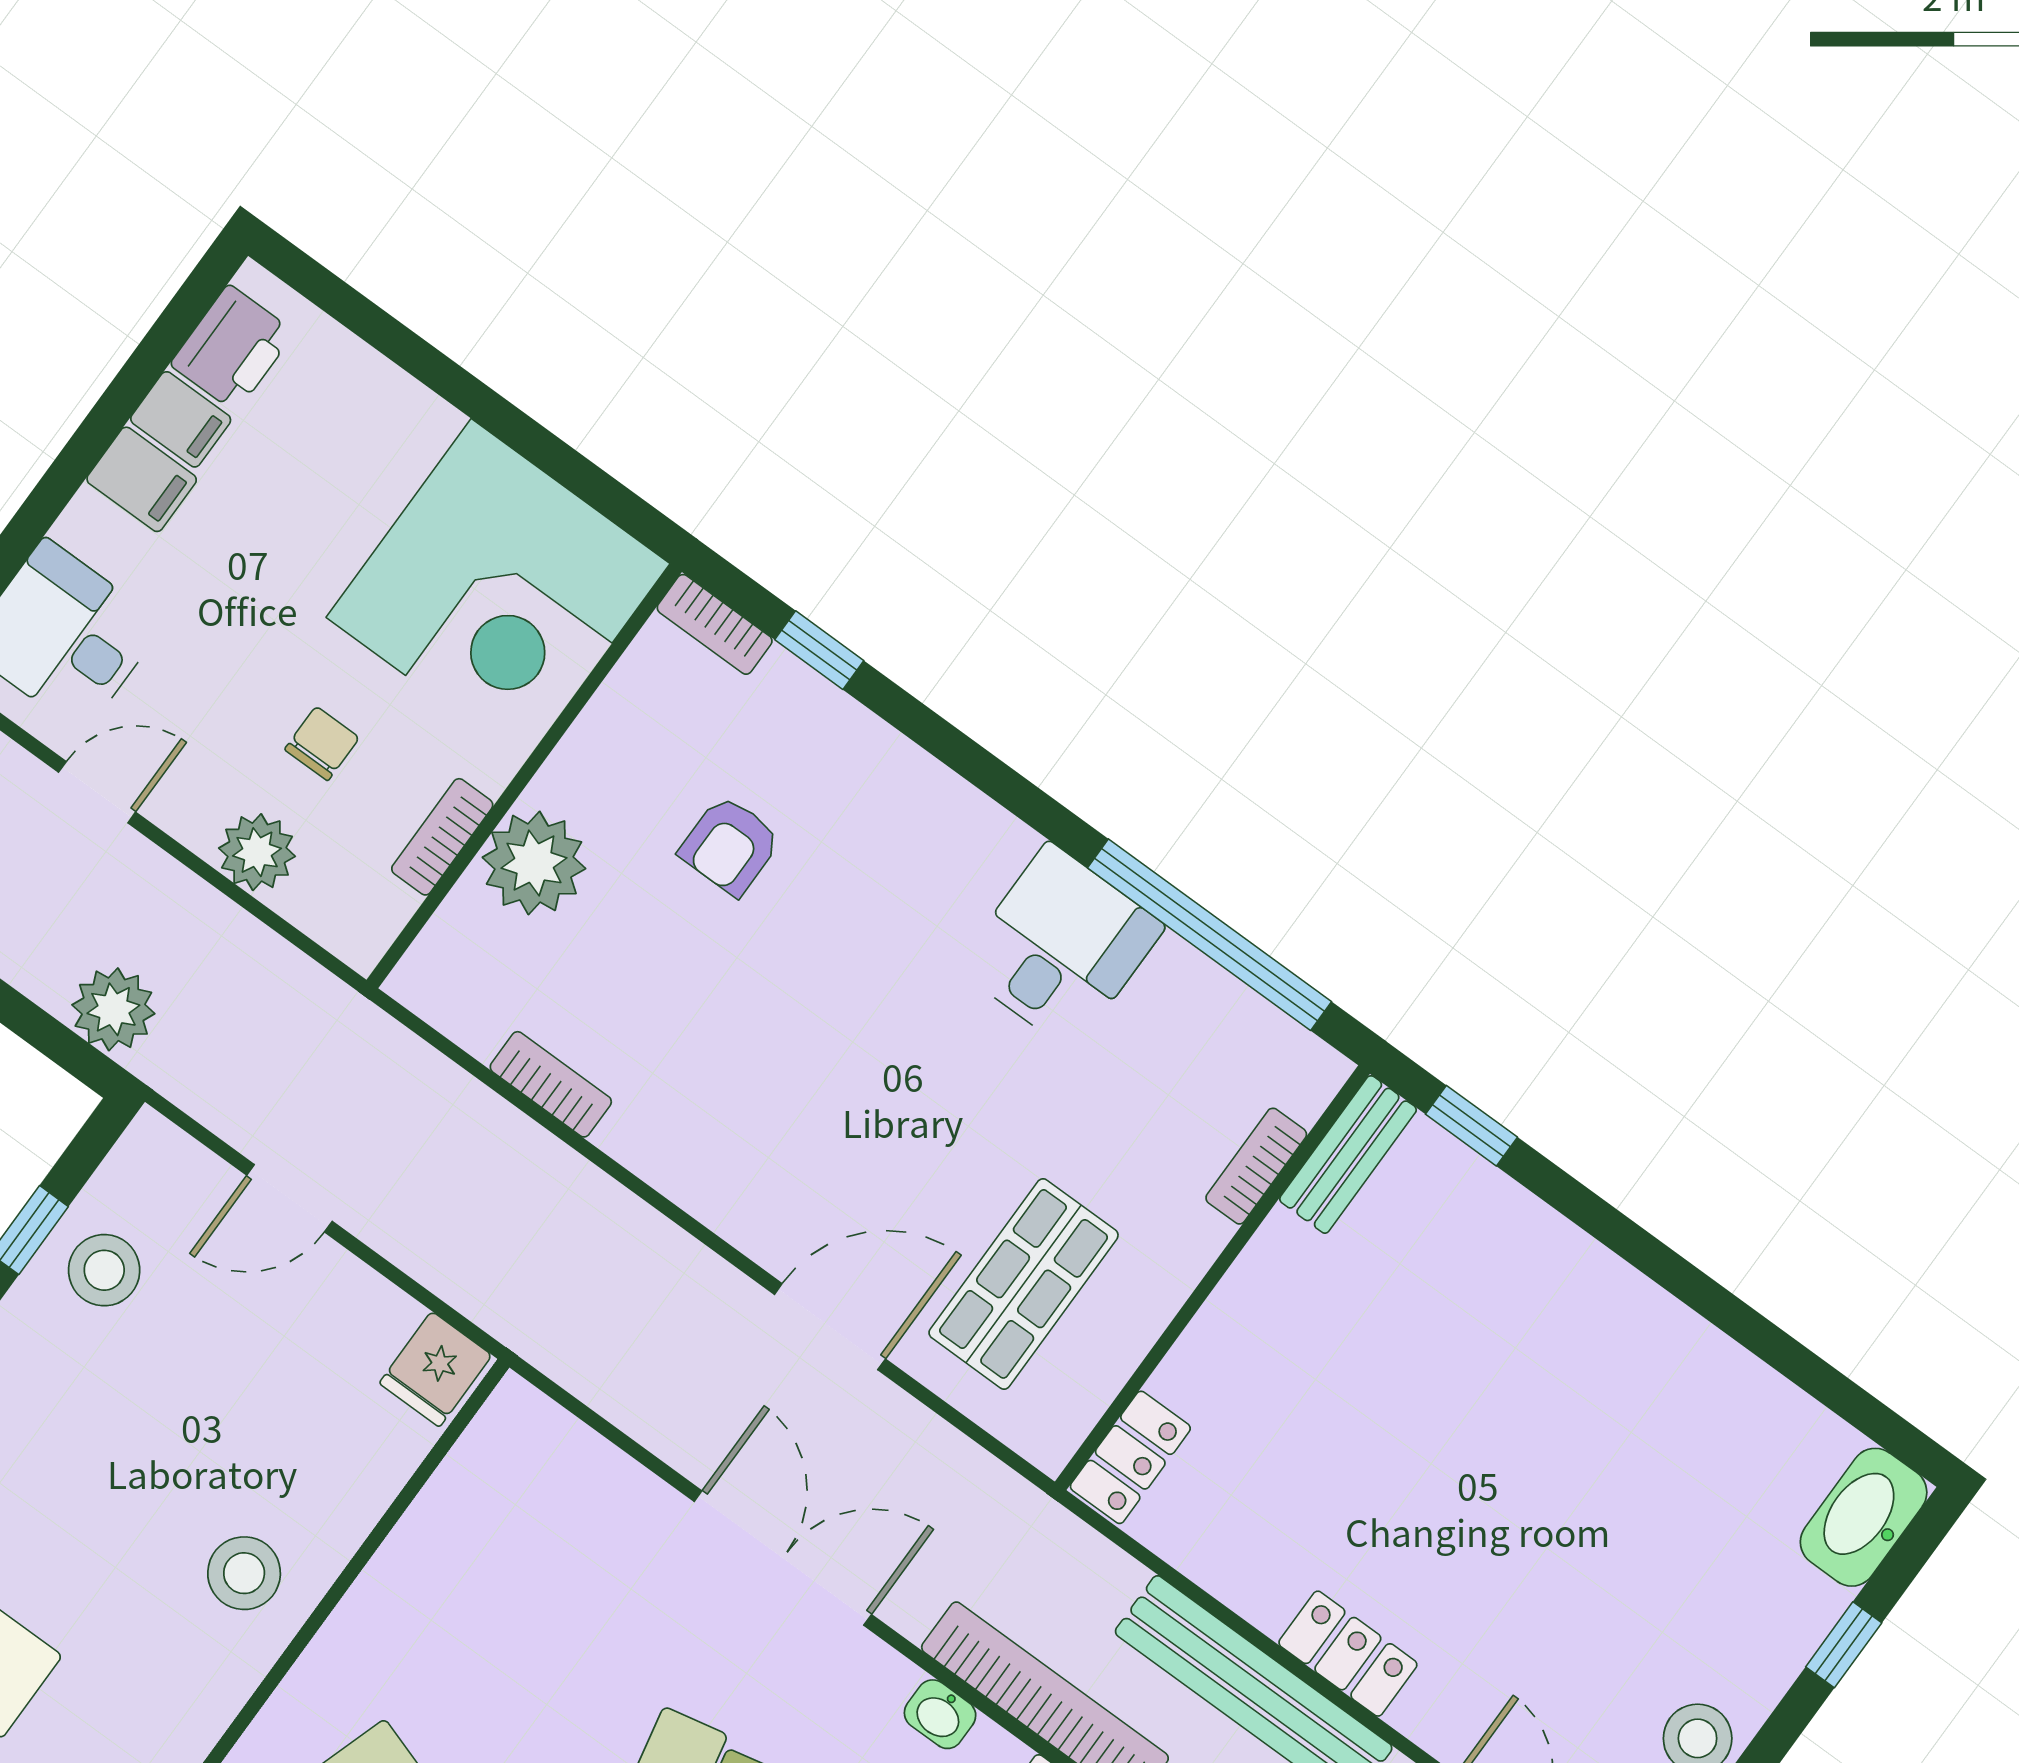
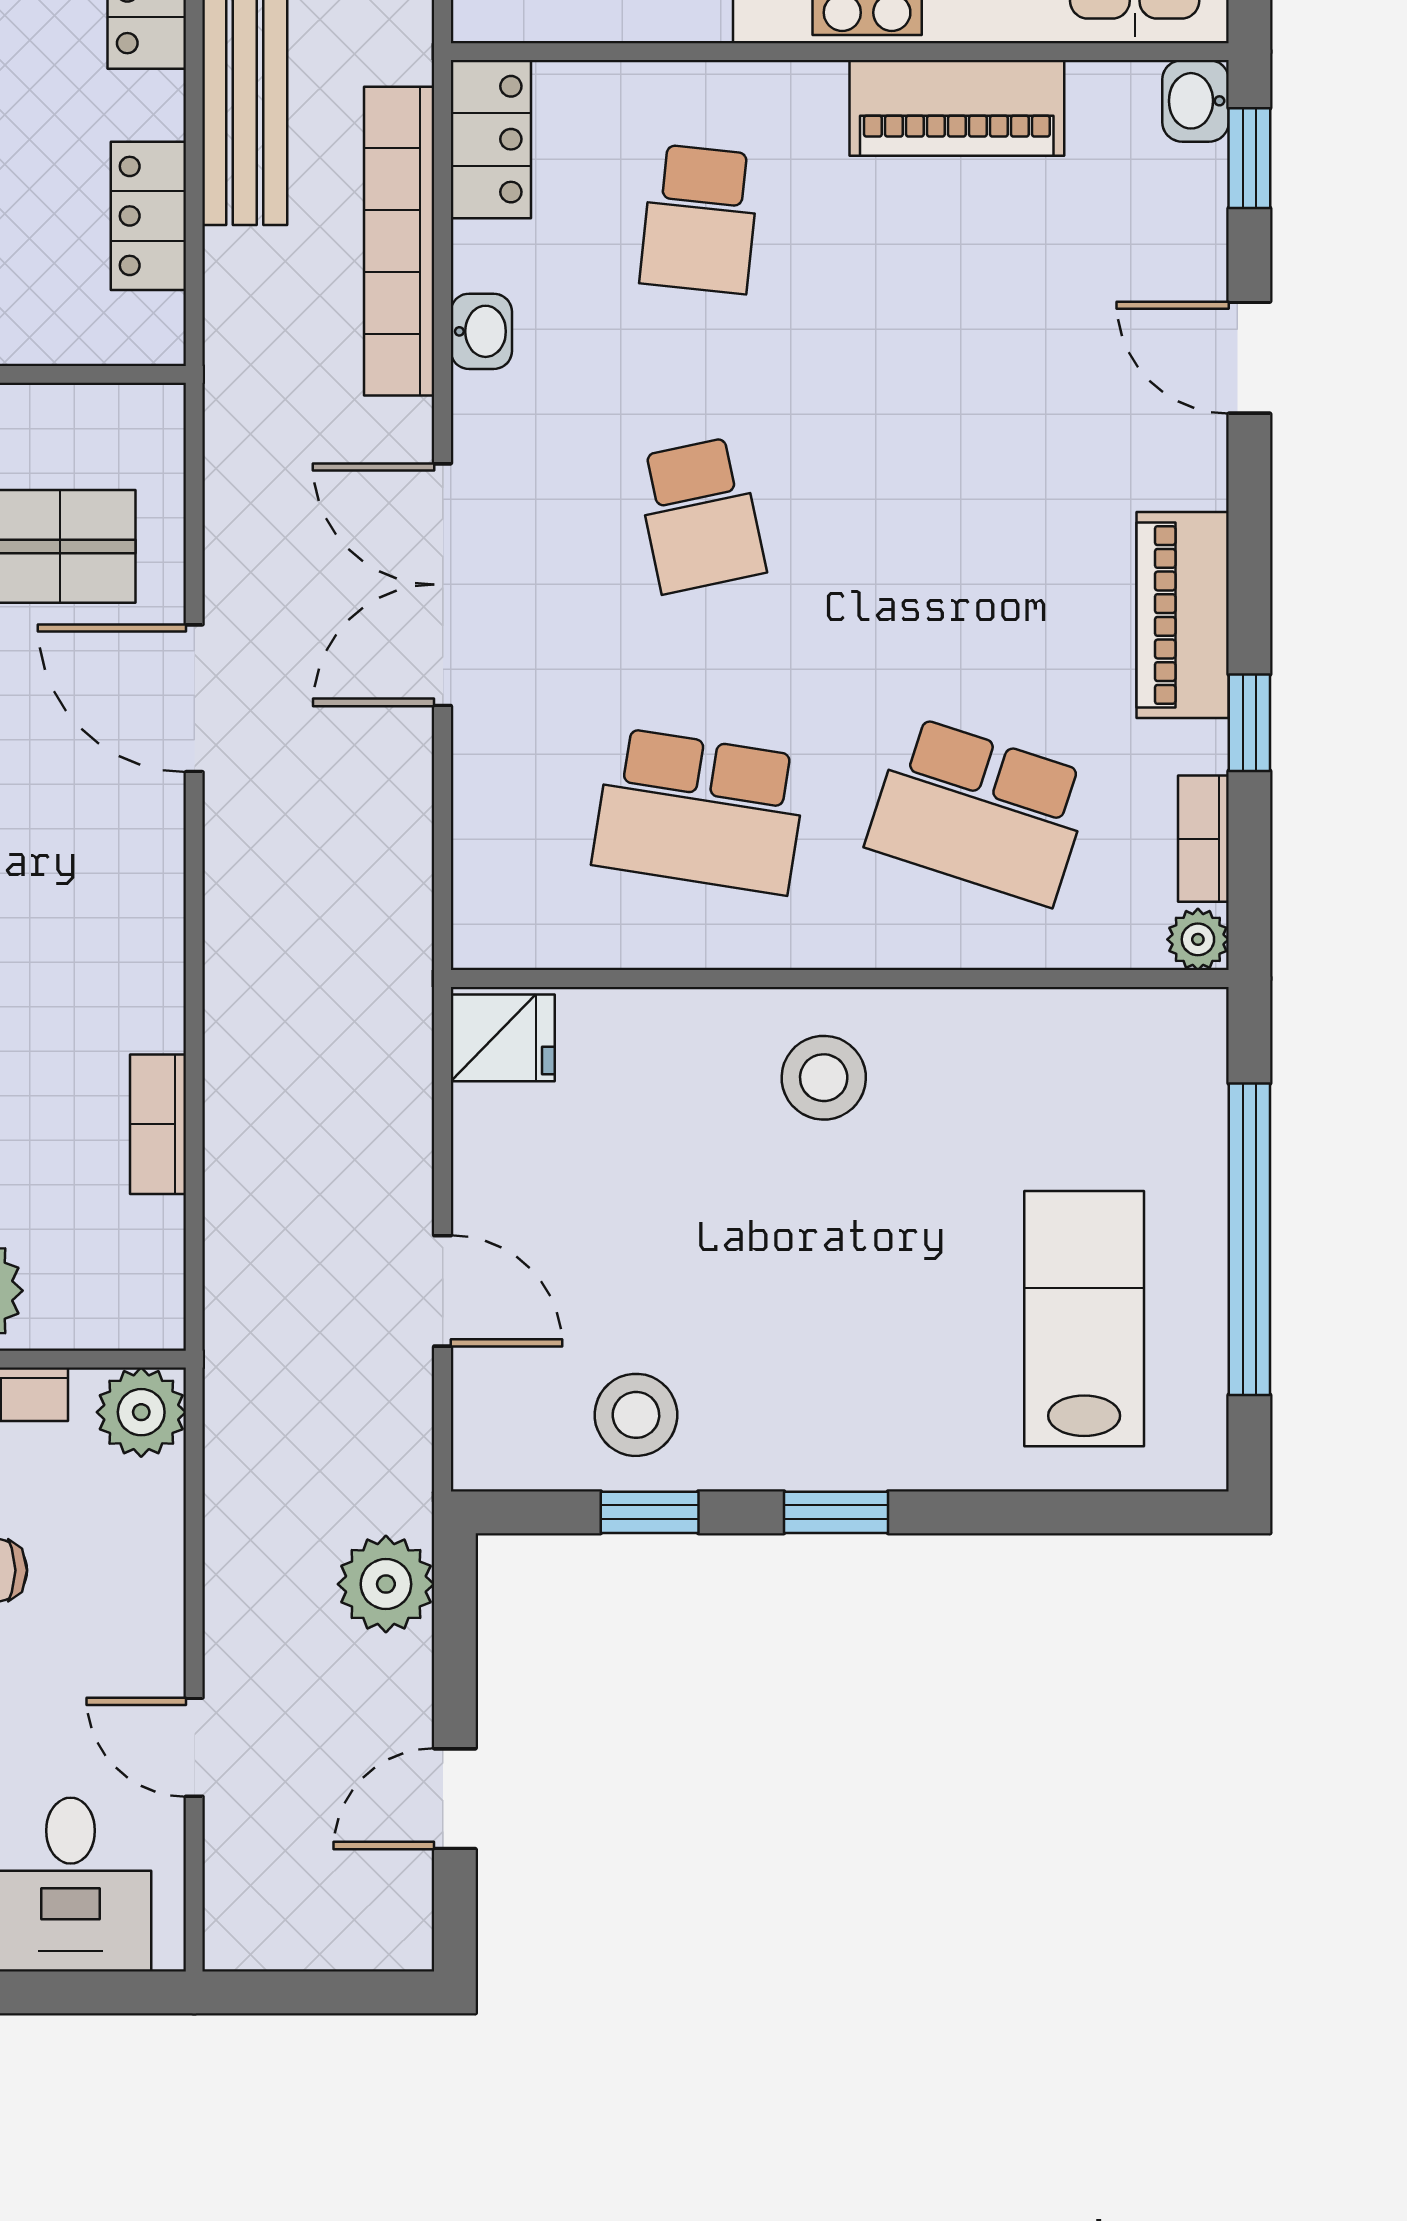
plant: (257, 852) -> (141, 1412), moved
locker: (1130, 1457) -> (148, 216), moved, turned -90
school desk: (493, 1623) -> (700, 811), added

